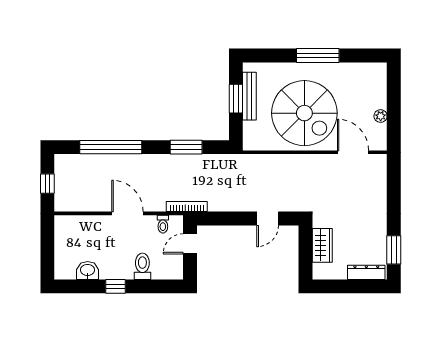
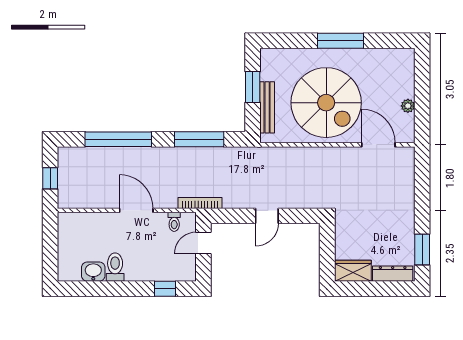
bench: (249, 96) -> (267, 107), moved
window: (186, 147) -> (199, 139), width x1.44
door: (268, 219) -> (267, 216), moved
wardrobe: (322, 245) -> (353, 271), moved, turned -90
toilet: (142, 266) -> (115, 267), moved
window: (115, 286) -> (165, 289), moved

